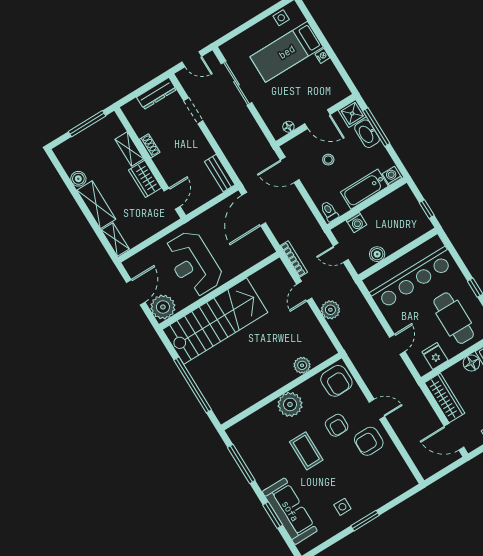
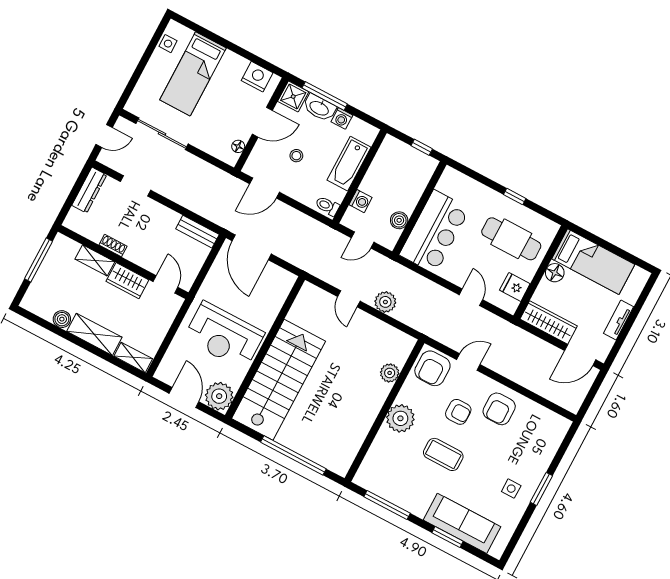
nightstand: (322, 56) -> (257, 77), moved, width x1.89, depth x1.79
washing machine: (392, 176) -> (342, 118), moved, turned -90
bookcase: (294, 259) -> (320, 273), removed
bar counter: (409, 272) -> (434, 232), width x0.73
armchair: (336, 381) -> (432, 368), turned 91
door: (377, 409) -> (468, 362), moved

